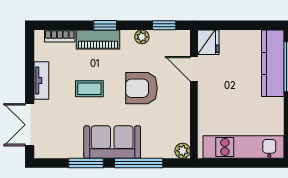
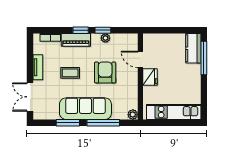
window: (164, 25) -> (103, 30), moved
fridge: (208, 42) -> (150, 77), moved
kitchen counter: (273, 63) -> (193, 48), width x0.67
armchair: (141, 88) -> (105, 72), turned 90
sofa: (112, 142) -> (85, 109), width x1.36

